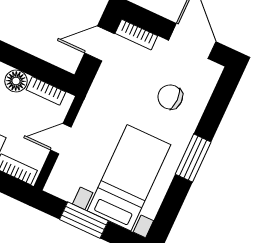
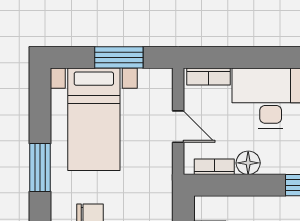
door: (61, 139) -> (178, 127), hinge flipped

